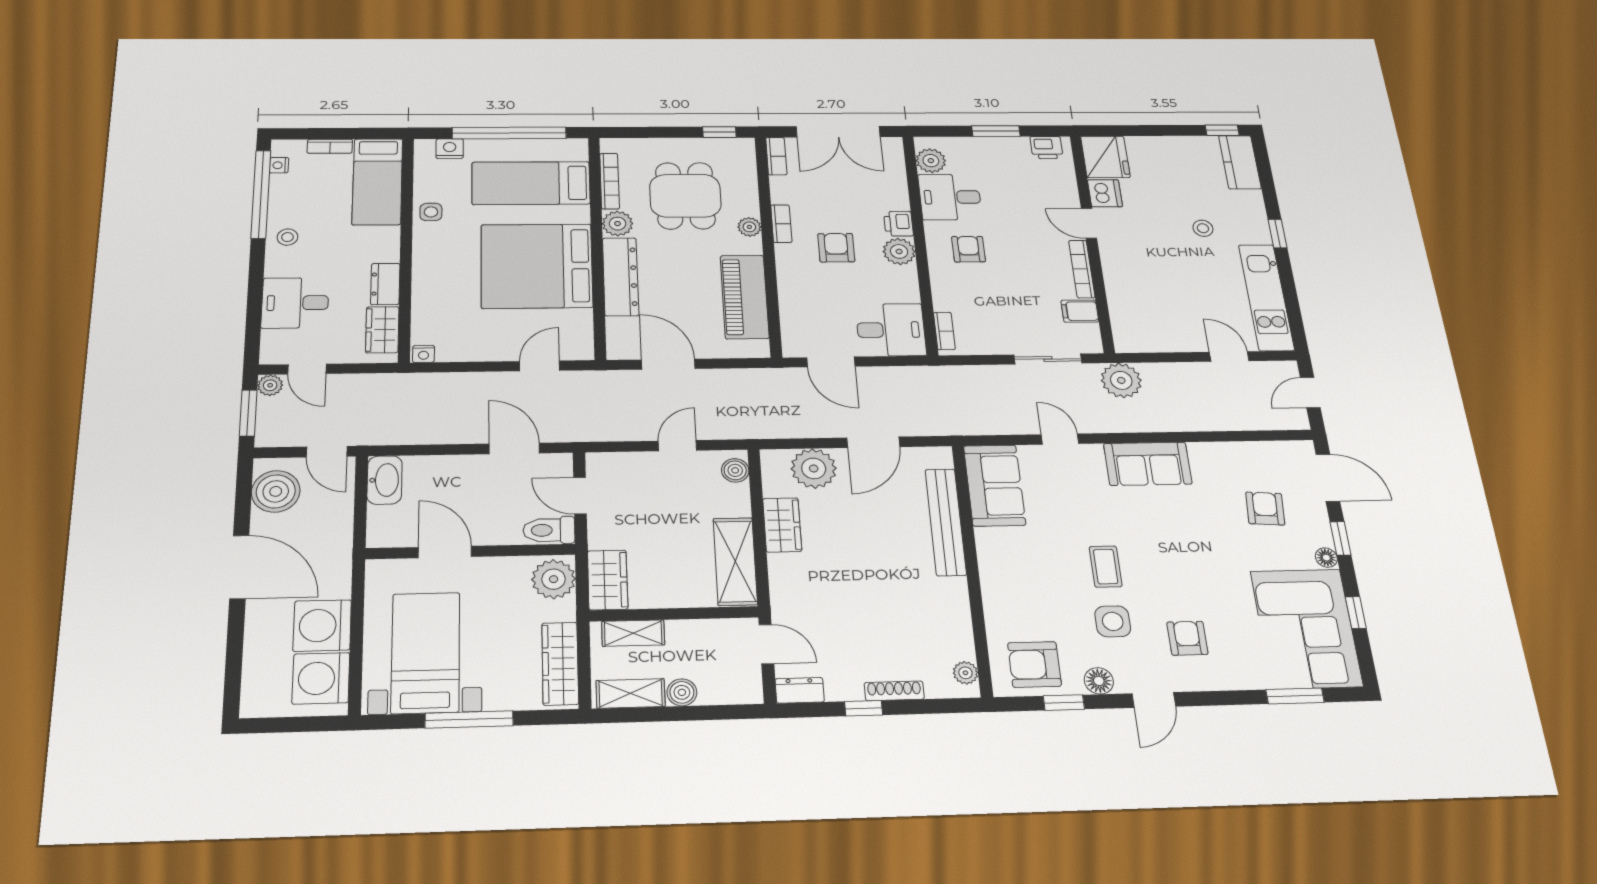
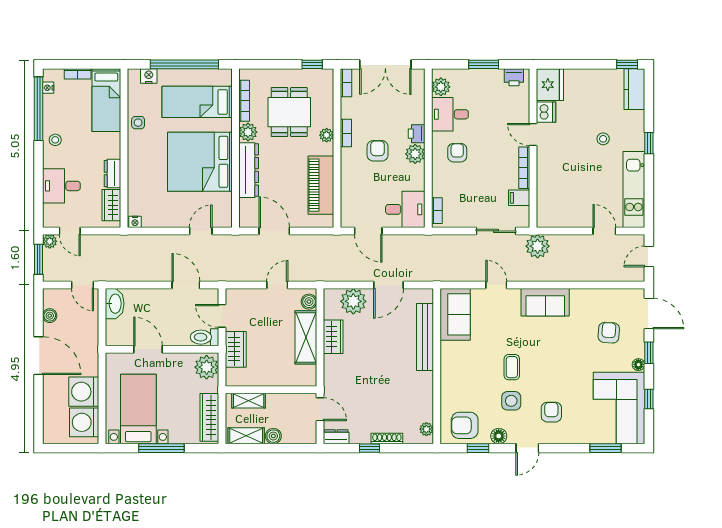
boiler: (276, 491) -> (50, 316), width x0.54, depth x0.54
shelving: (735, 561) -> (306, 337), moved
wardrobe: (608, 580) -> (236, 349), moved

